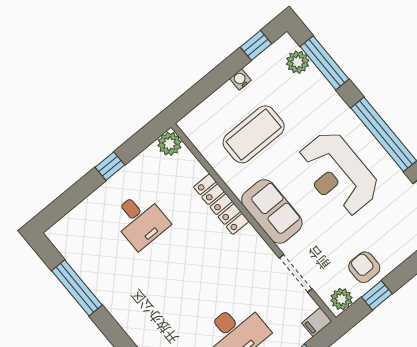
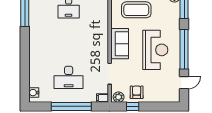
reception desk: (338, 174) -> (155, 50), turned 180
locker: (221, 204) -> (103, 26), removed

